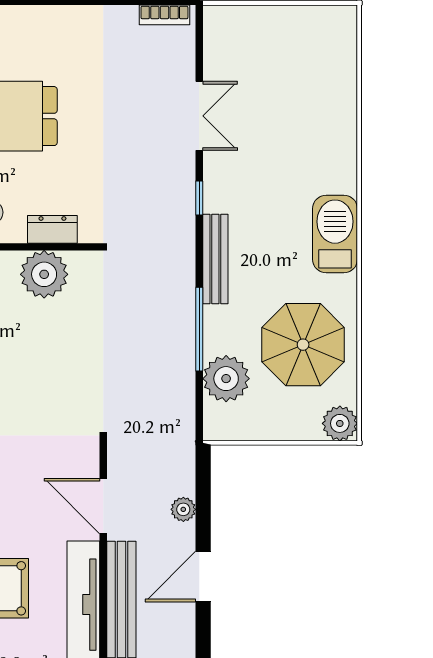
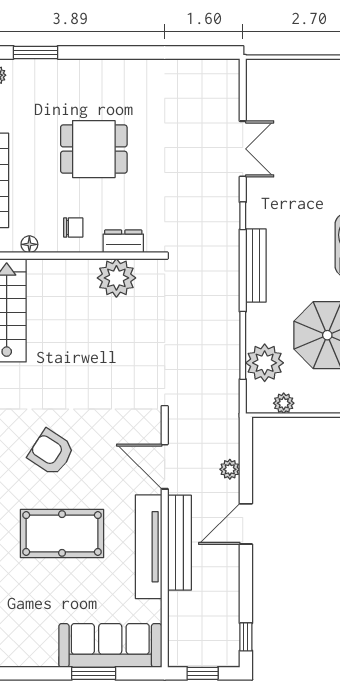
bookcase: (164, 15) -> (214, 67), removed
window: (199, 329) -> (243, 345), moved
plant: (250, 428) -> (284, 403), added

